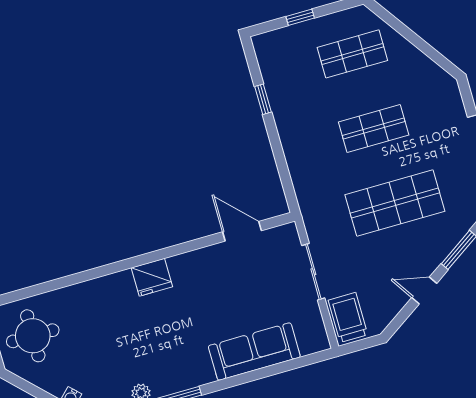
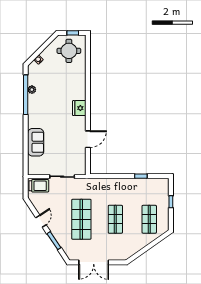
door: (242, 231) -> (88, 139), moved
sofa: (254, 351) -> (36, 142), width x0.73

